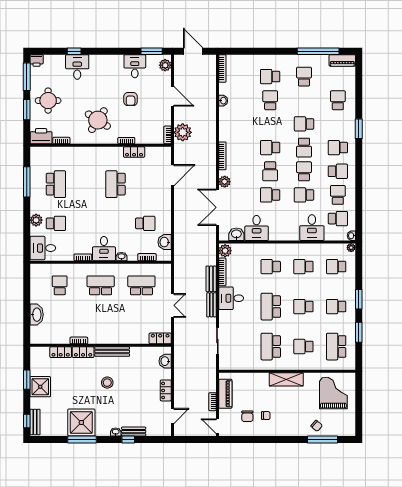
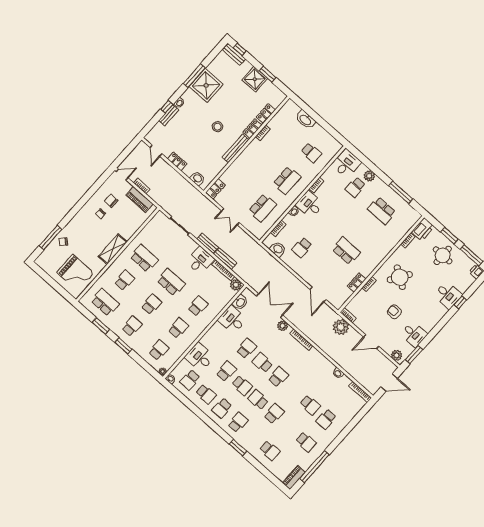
school desk: (270, 77) -> (326, 419), turned 180

